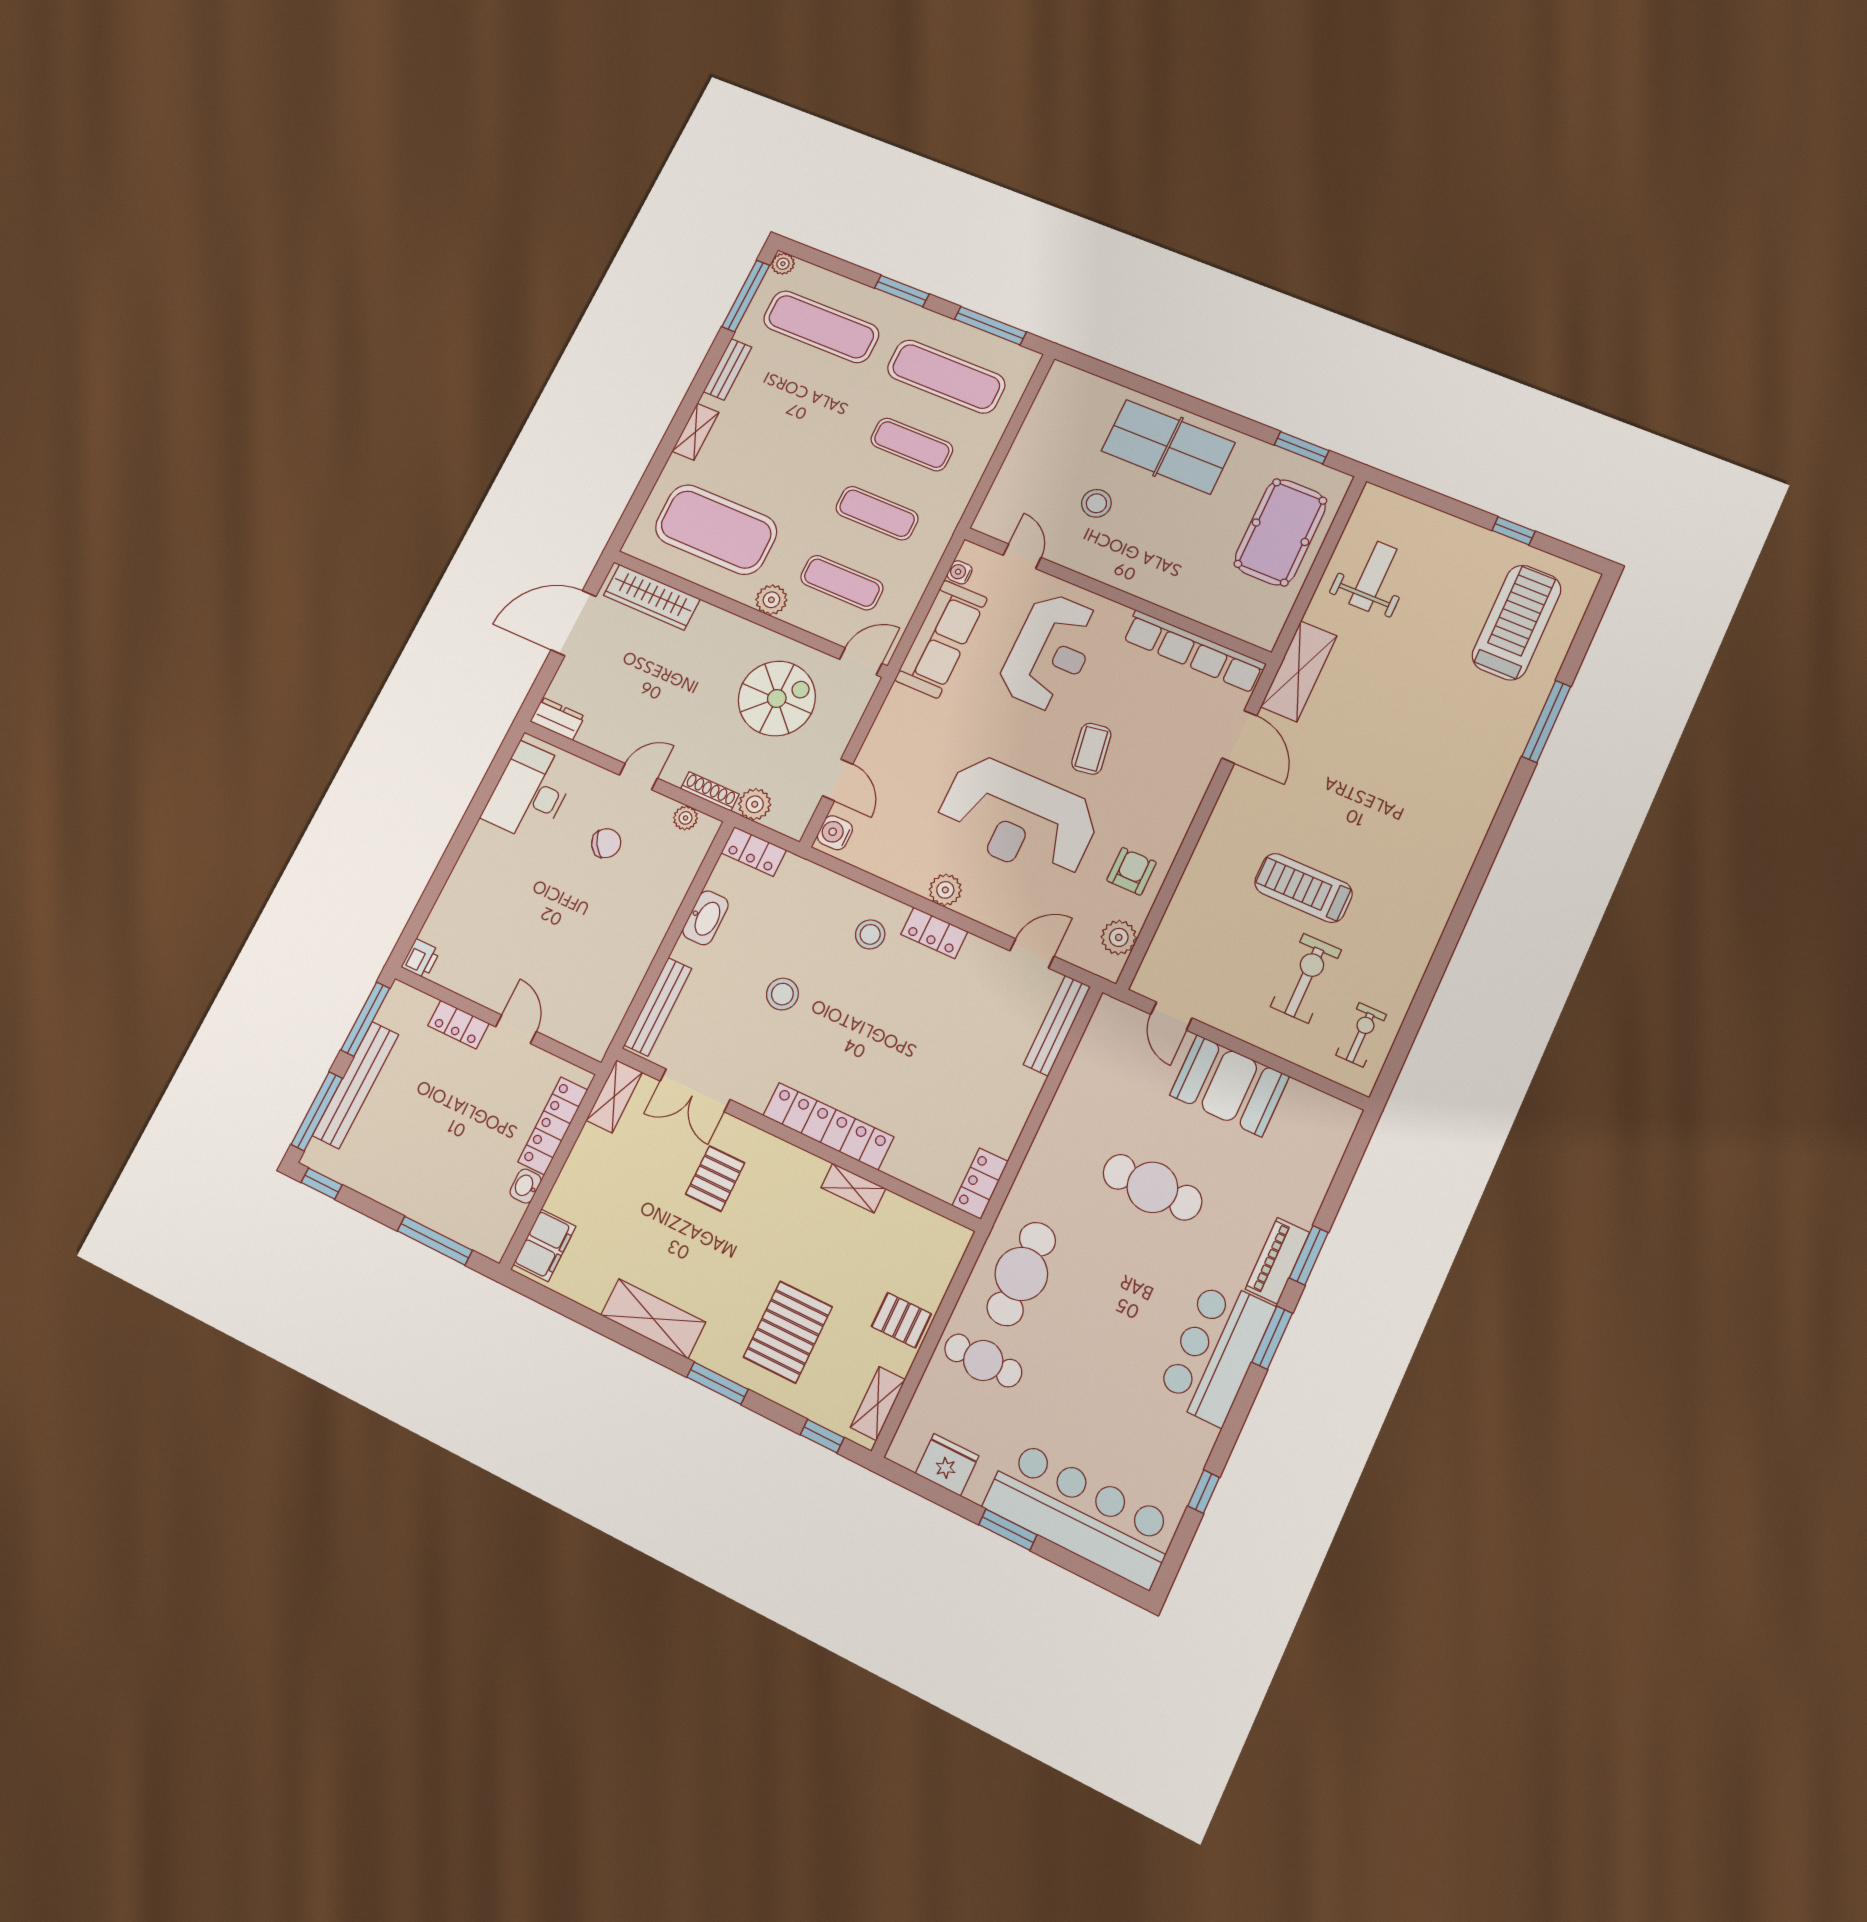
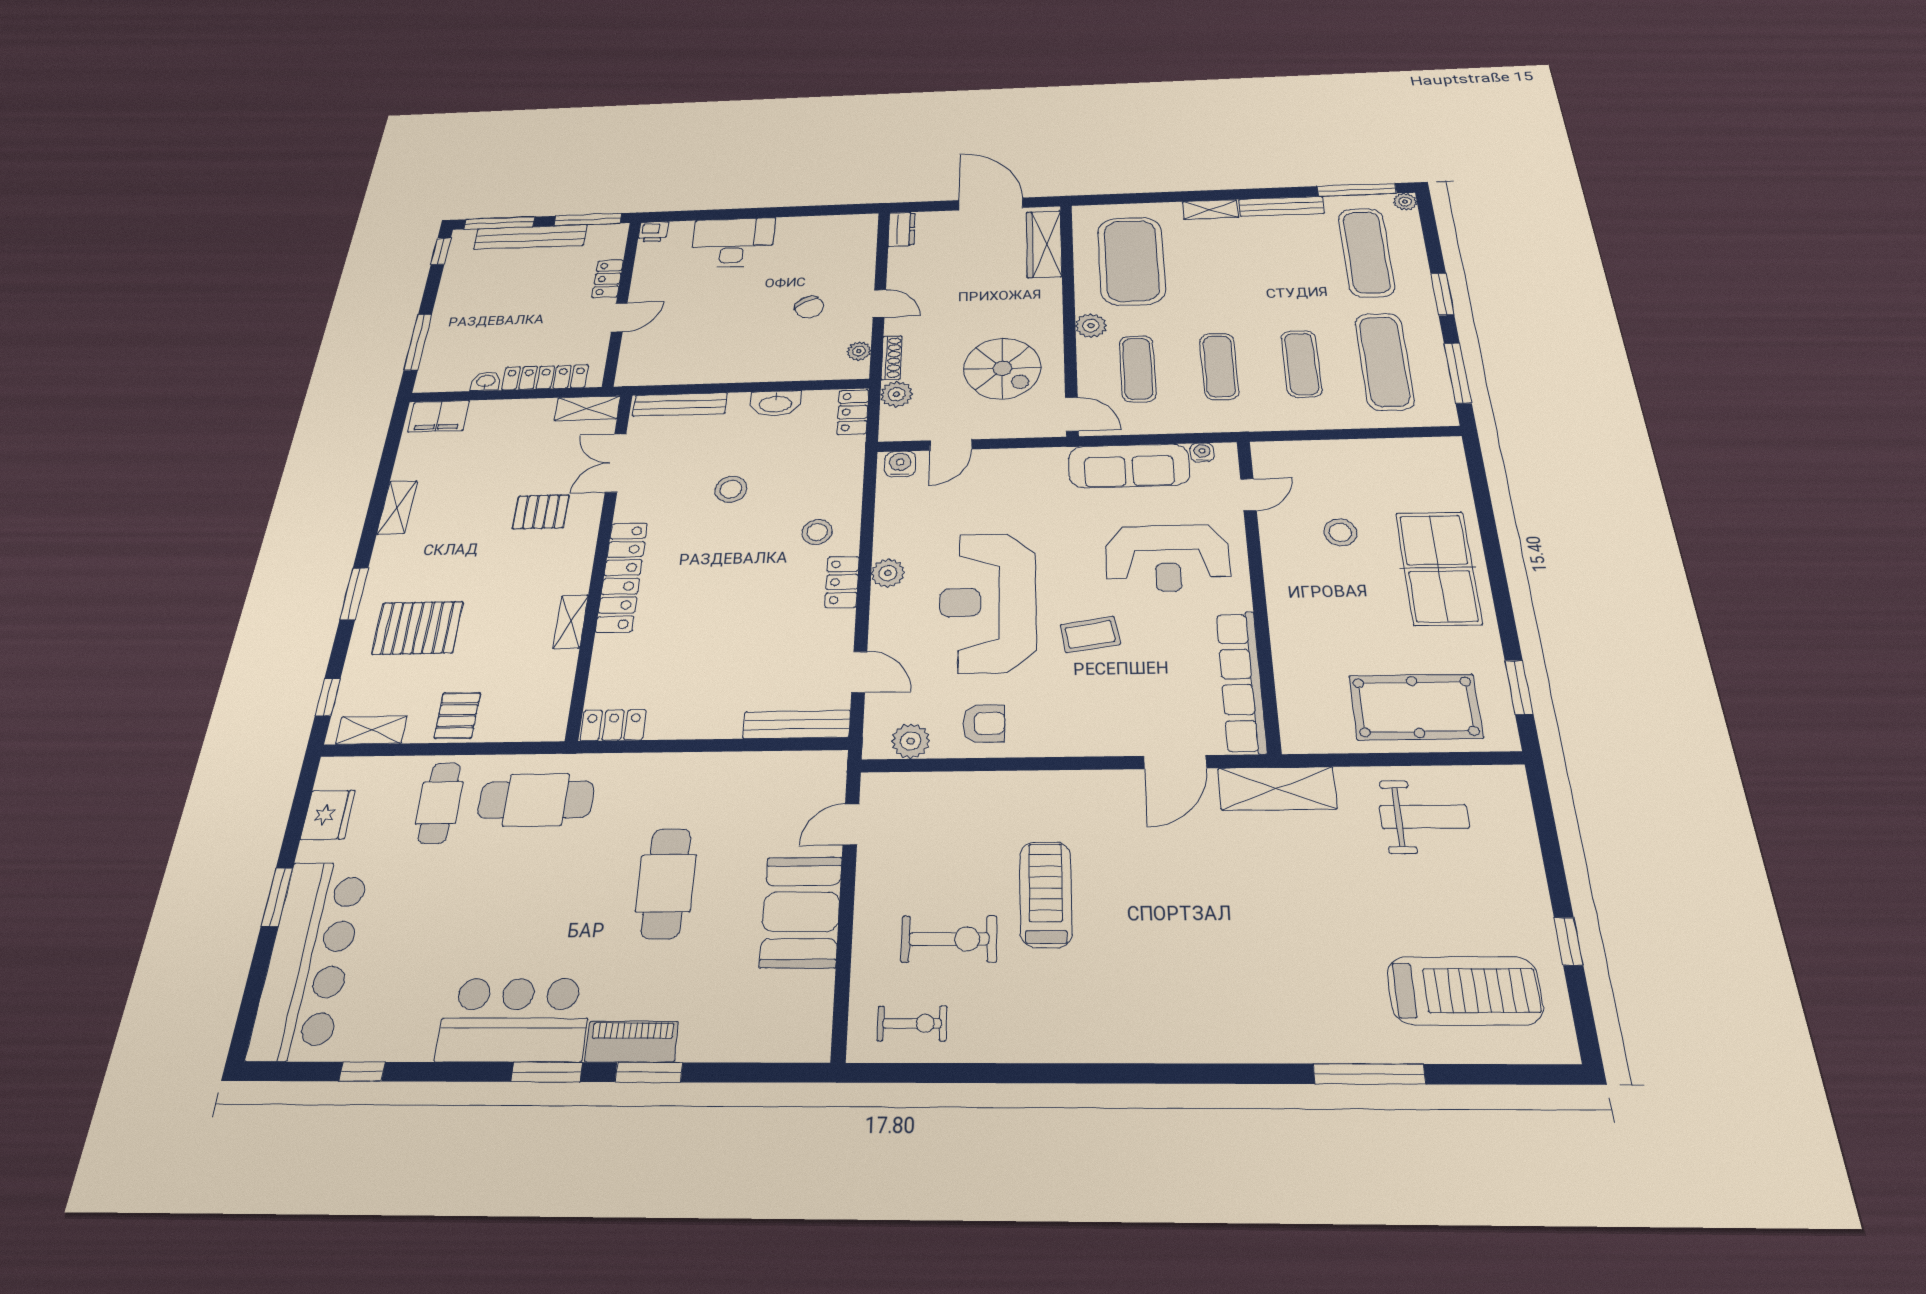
bench: (728, 369) -> (1282, 206), width x1.36
desk: (530, 792) -> (733, 242), moved
shelving: (653, 1319) -> (397, 507), width x0.67, depth x0.75

